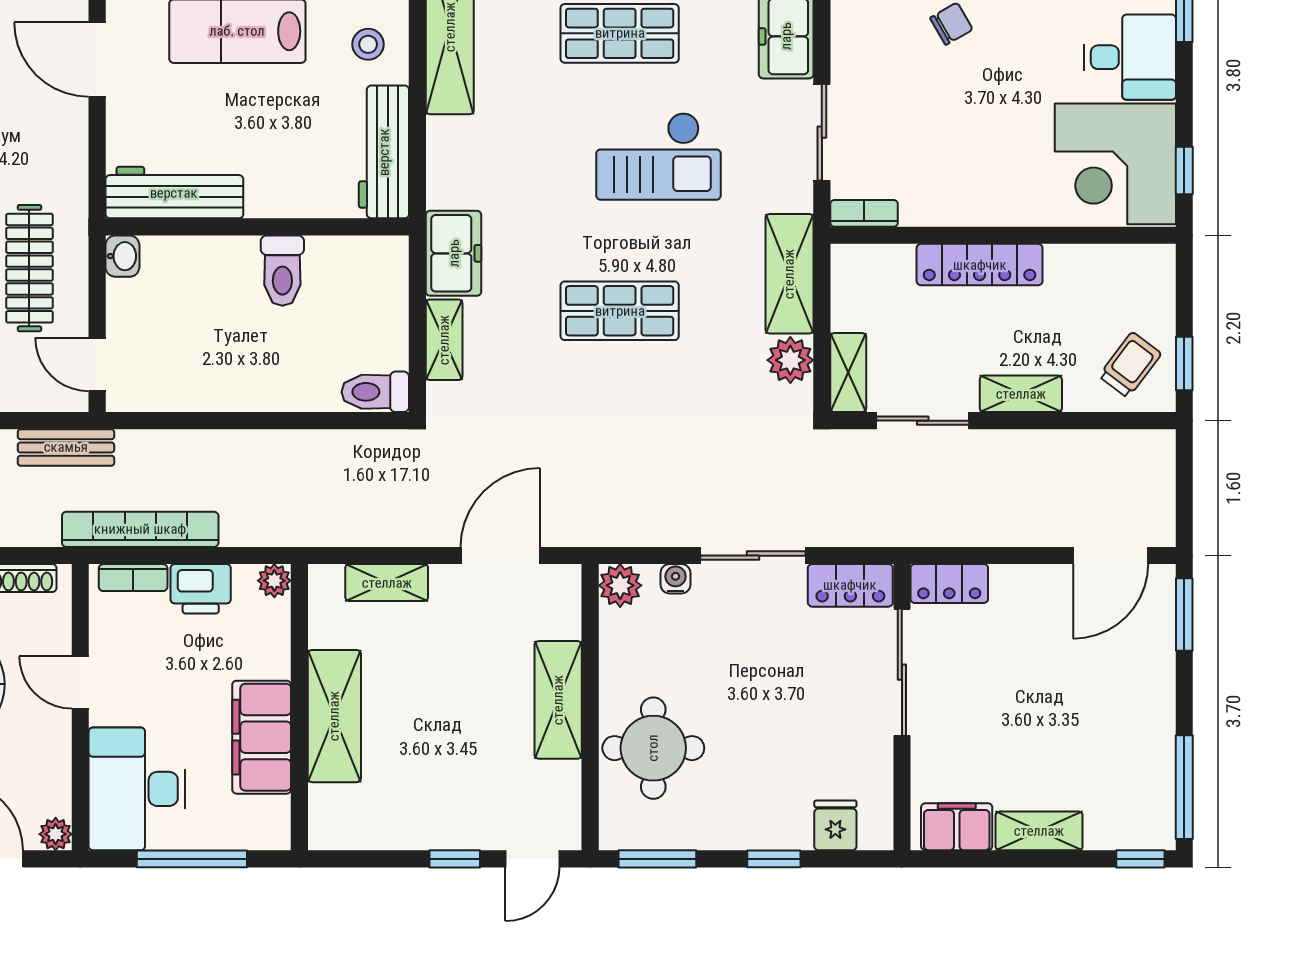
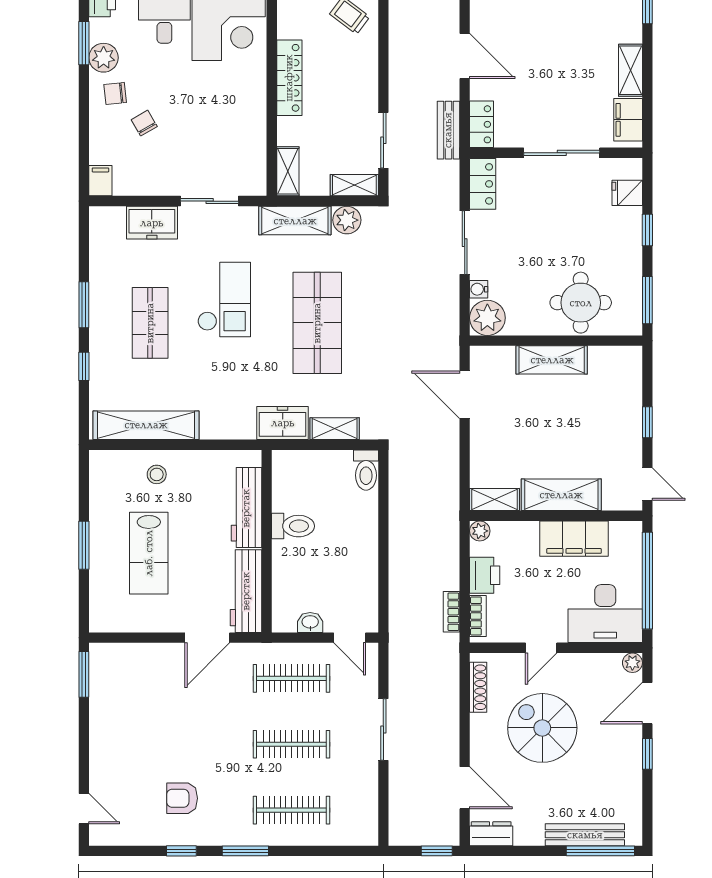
door: (97, 60) -> (207, 638), moved
workbench: (384, 152) -> (246, 508), moved, turned 90
bookcase: (864, 213) -> (258, 176), removed
washbasin: (122, 256) -> (310, 622), moved
locker: (980, 265) -> (289, 78), moved
shop shelf: (620, 311) -> (317, 323), width x1.43, depth x1.36
door: (97, 365) -> (350, 638), hinge flipped
shelving: (1021, 394) -> (288, 171), moved
bench: (66, 447) -> (448, 130), moved
bookcase: (140, 529) -> (451, 612), width x0.43, depth x0.76
door: (1111, 556) -> (465, 56), moved
shelving: (387, 583) -> (495, 500), moved, turned 90
plant: (620, 585) -> (487, 318), width x1.36, depth x1.36
sliding door: (902, 672) -> (562, 153), moved
window: (192, 859) -> (647, 581), width x1.46
door: (532, 859) -> (647, 484), moved

